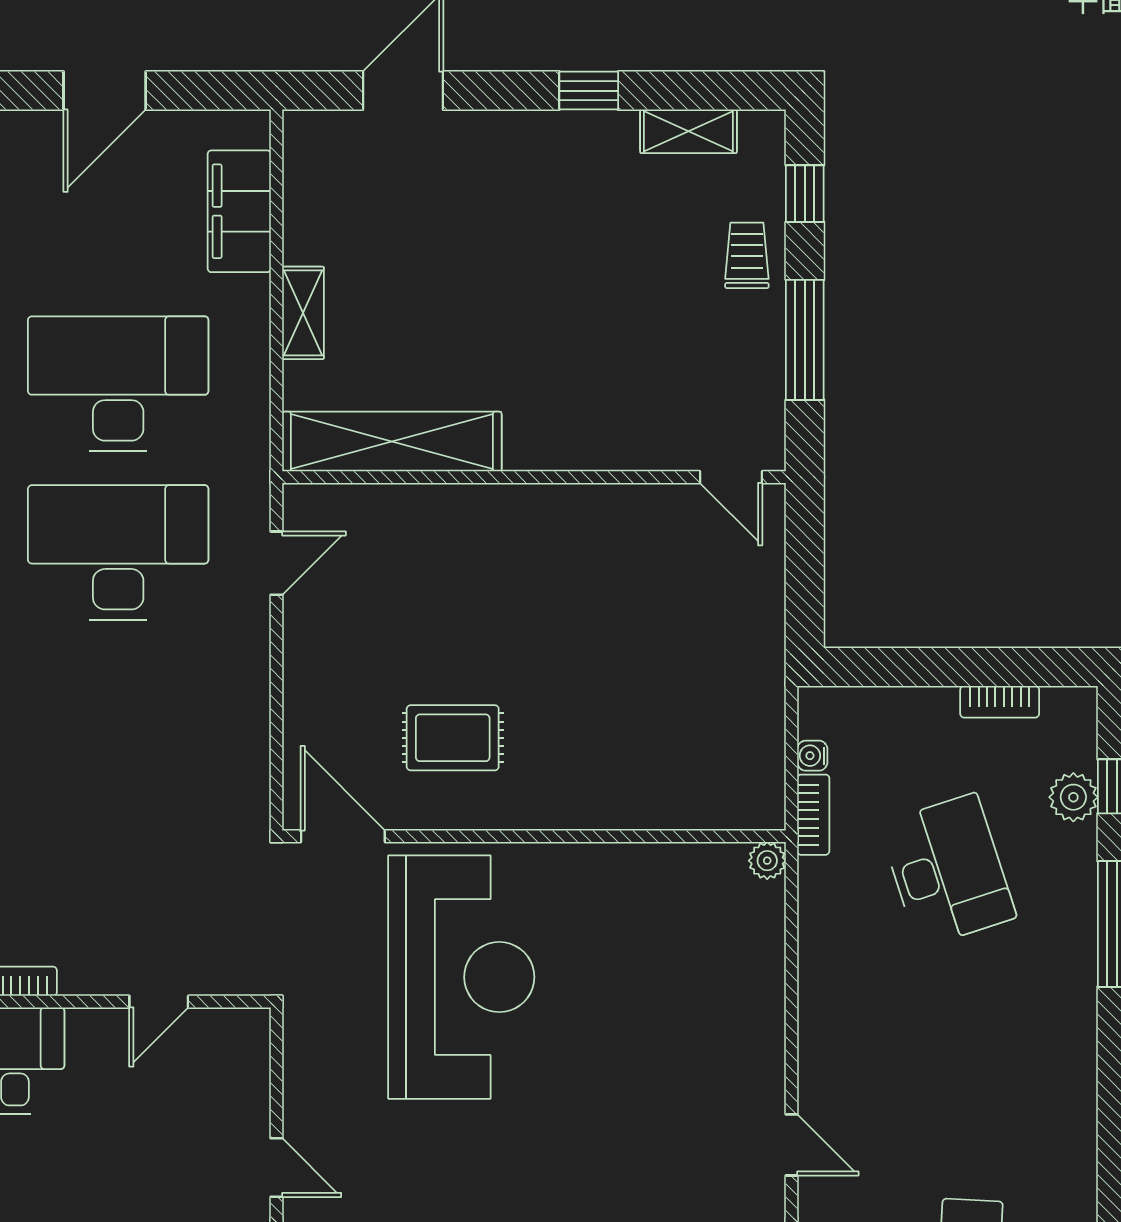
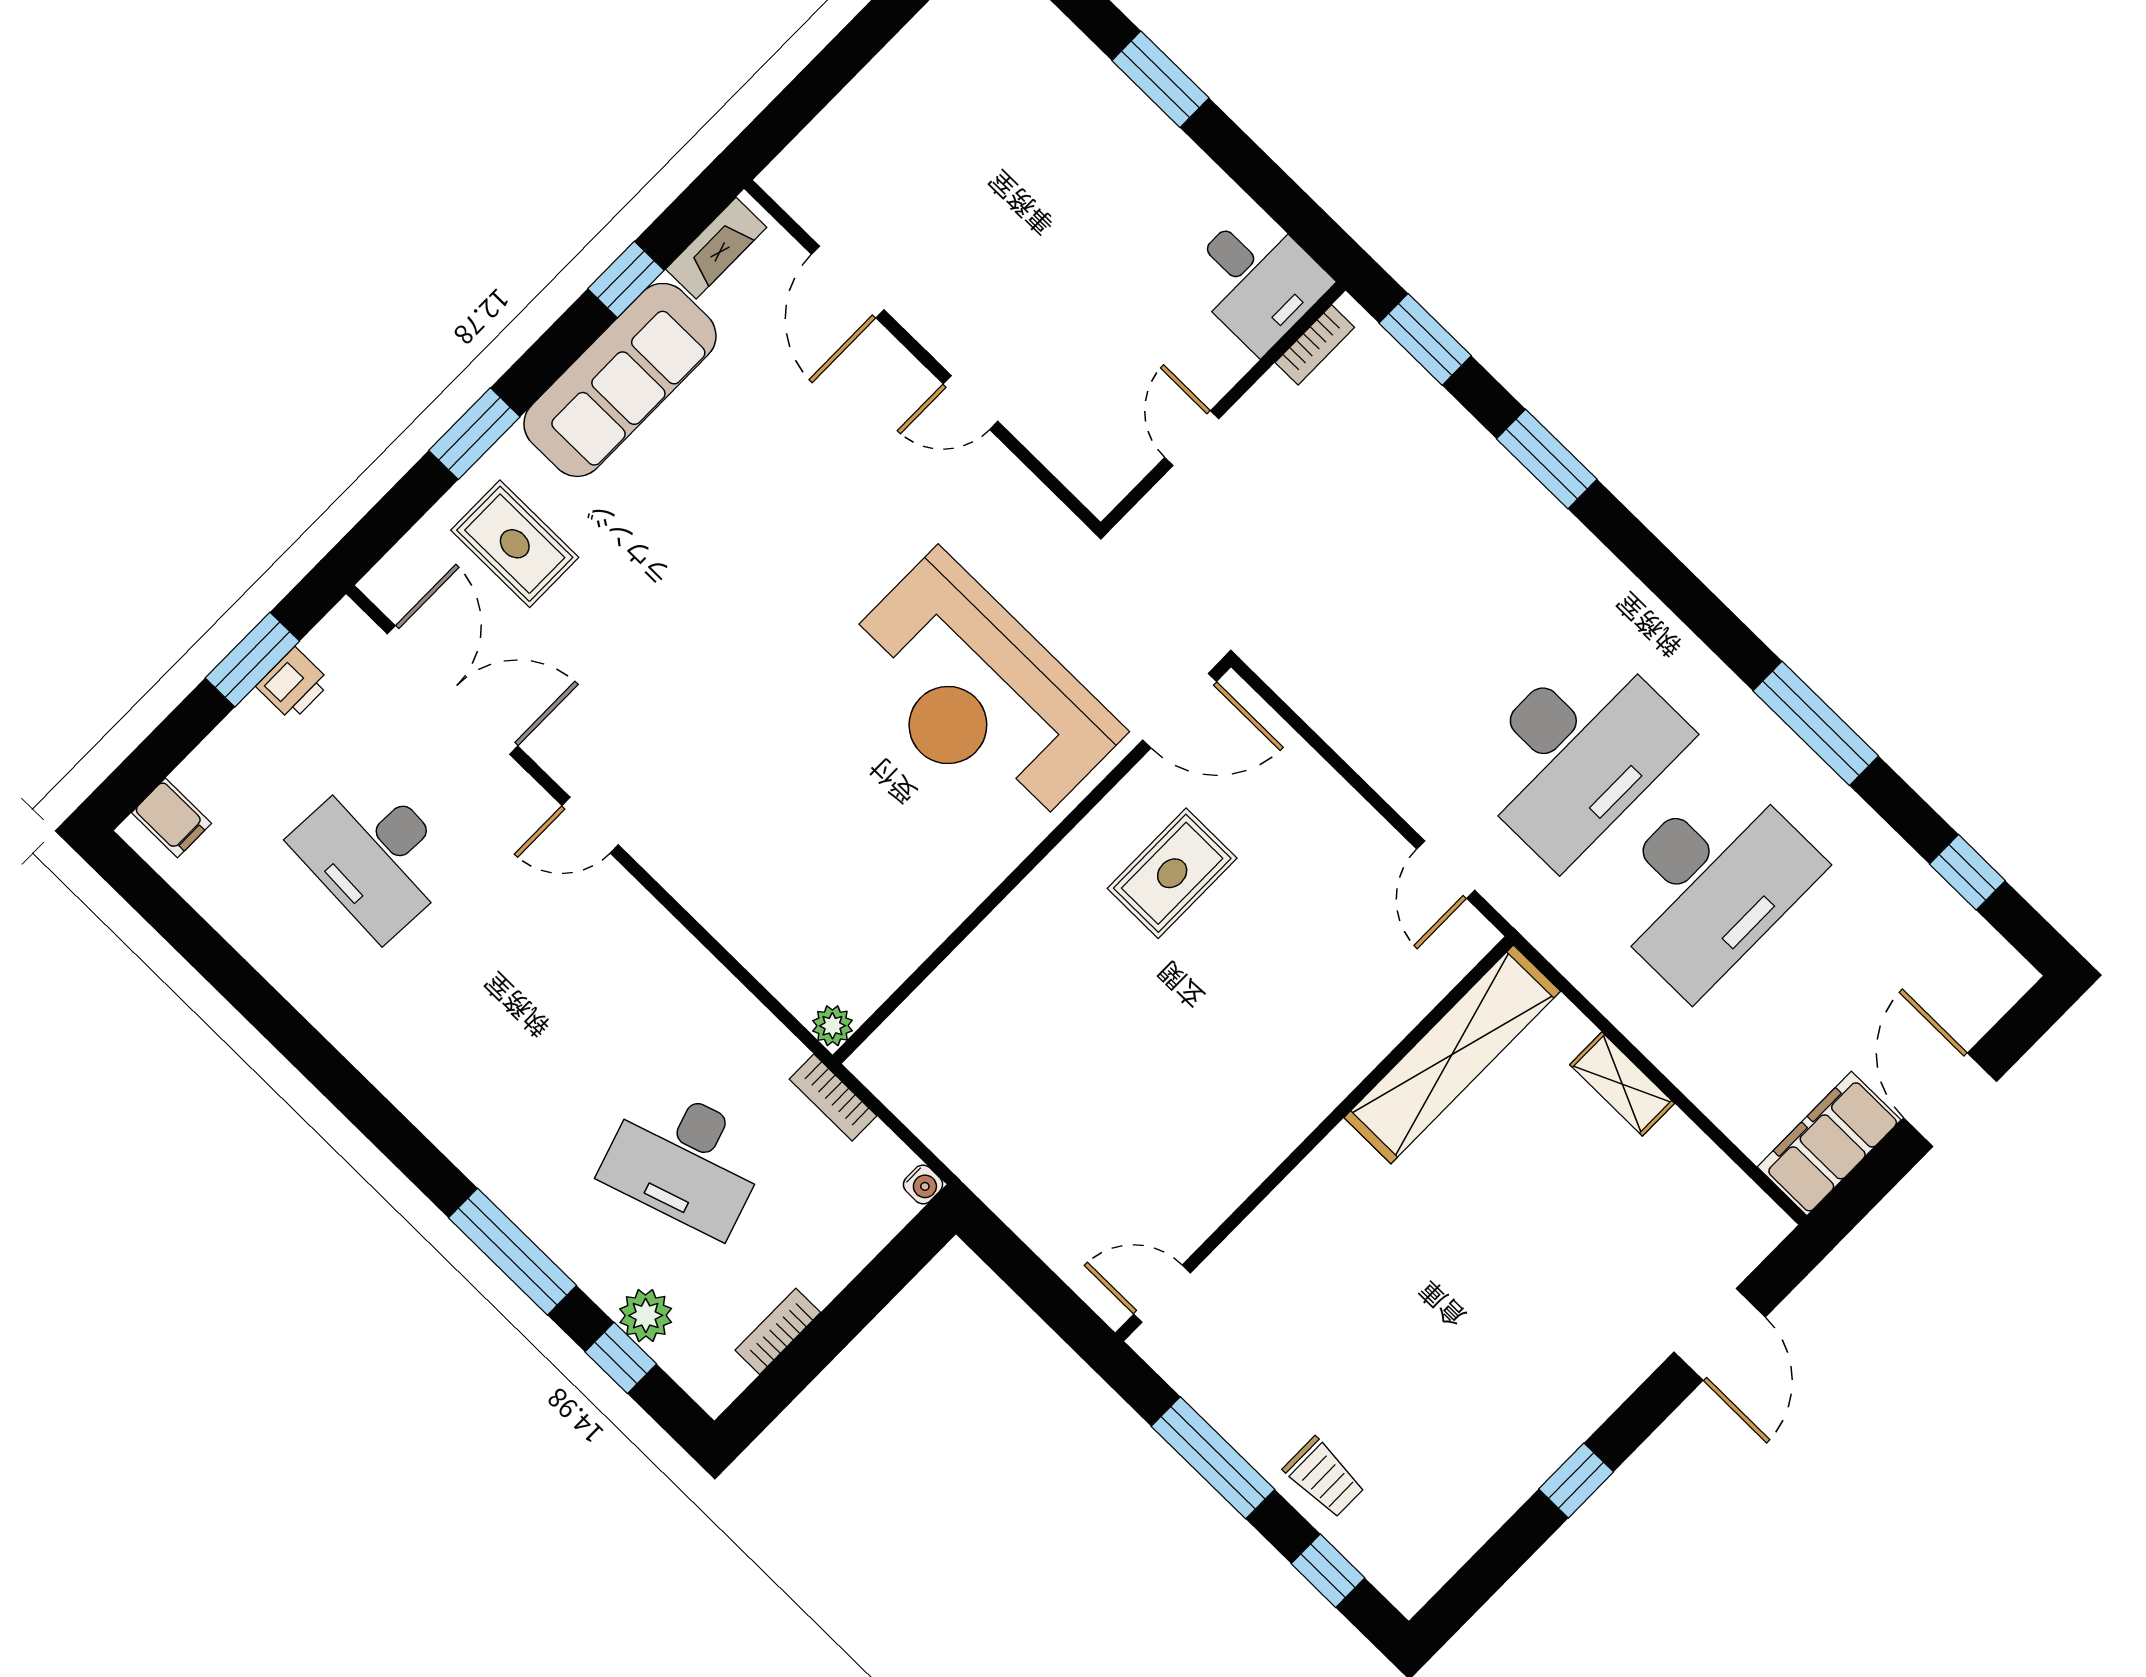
shelving: (688, 131) -> (1467, 1528), removed
filing cabinet: (239, 211) -> (1829, 1143), moved, turned -90
water cooler: (812, 756) -> (923, 1184), moved, turned 90

